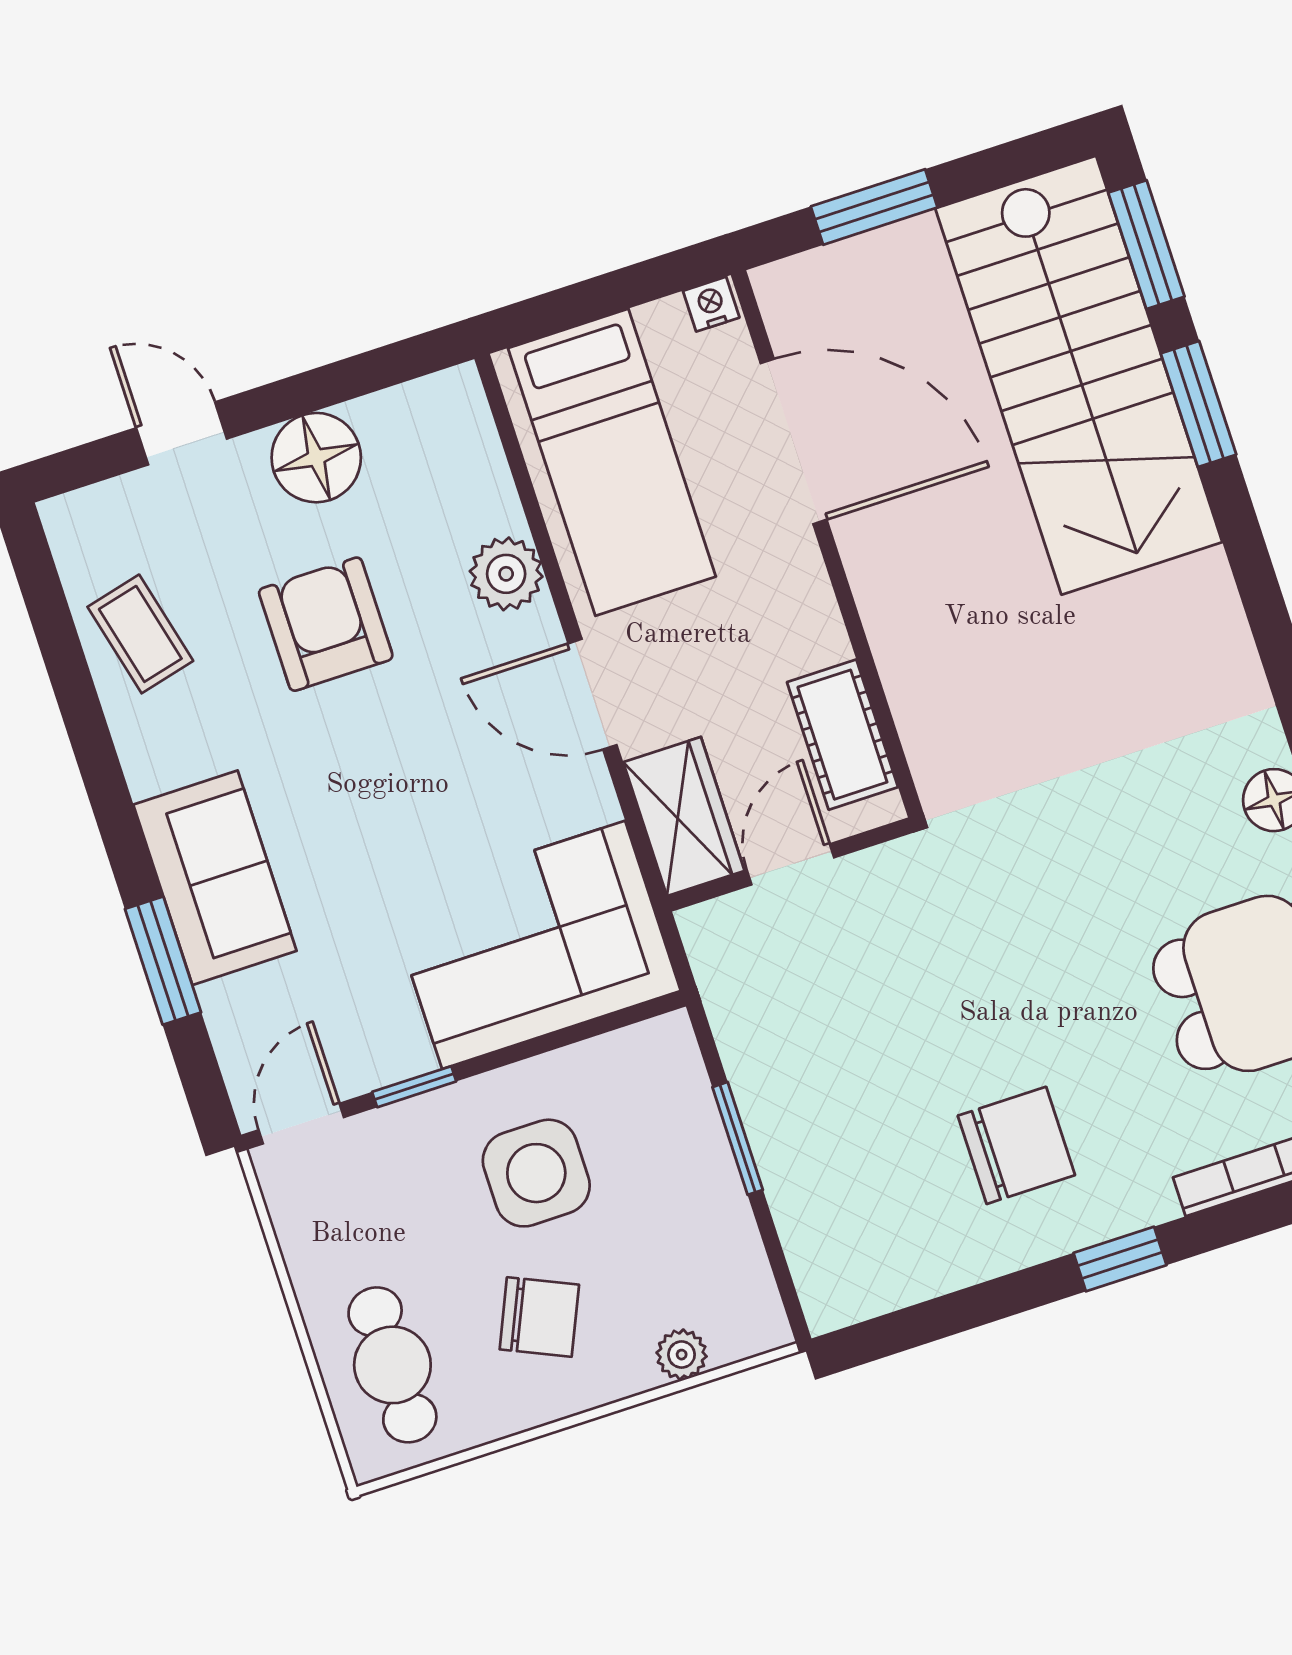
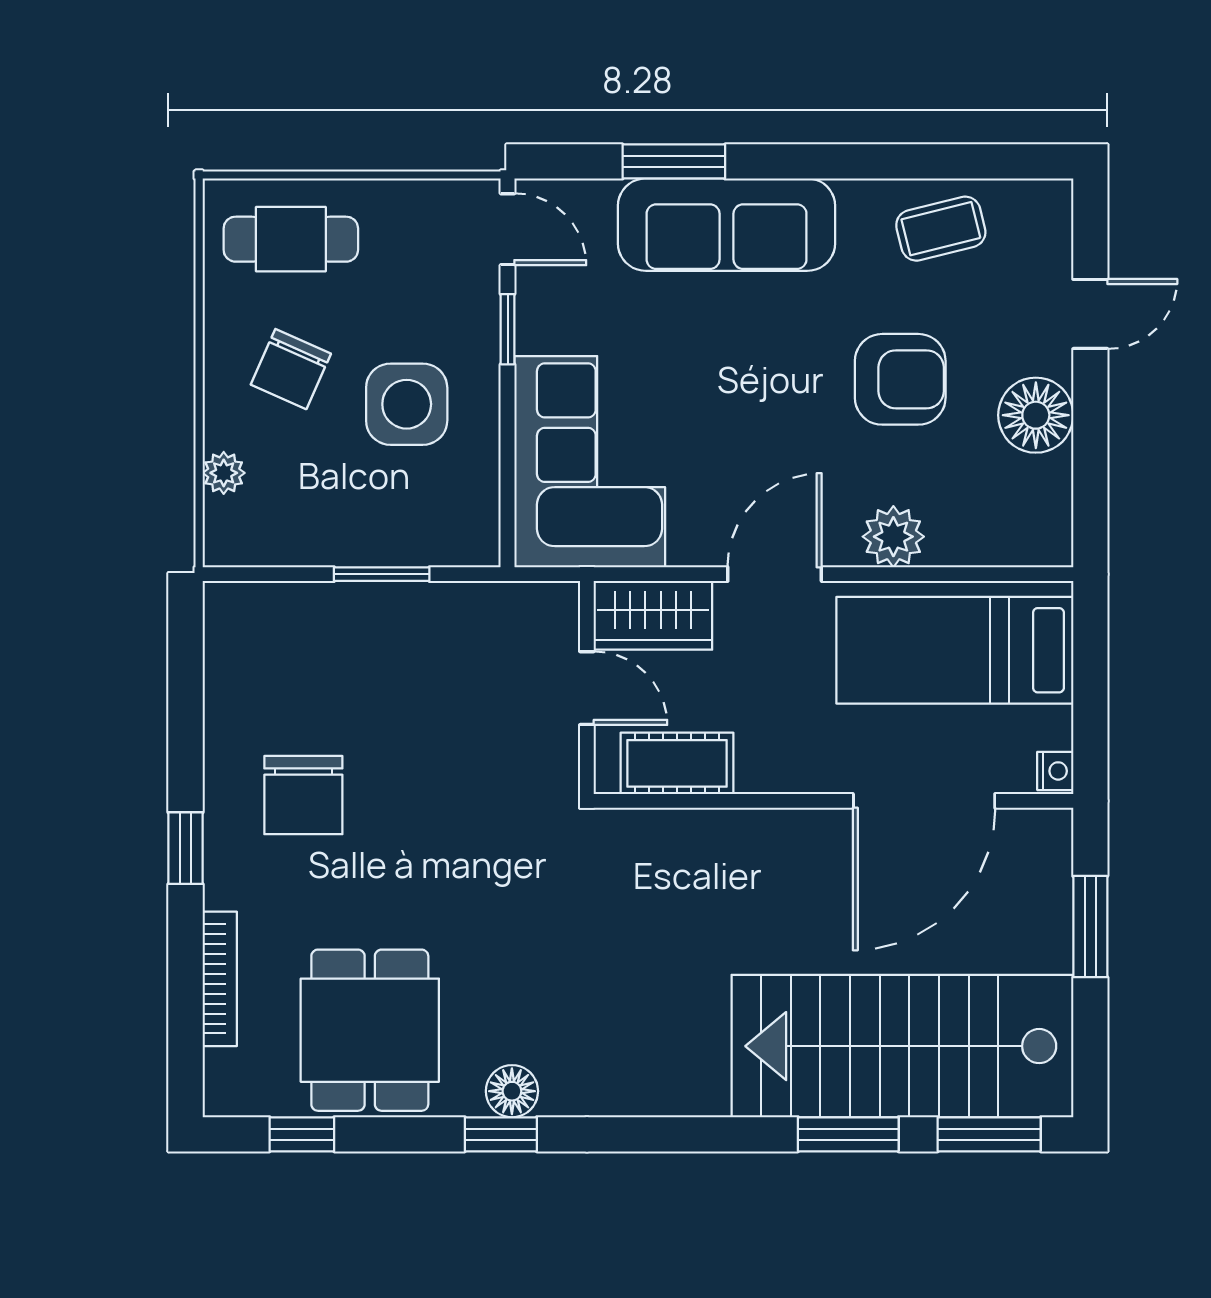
sofa: (215, 878) -> (727, 225), width x1.36

